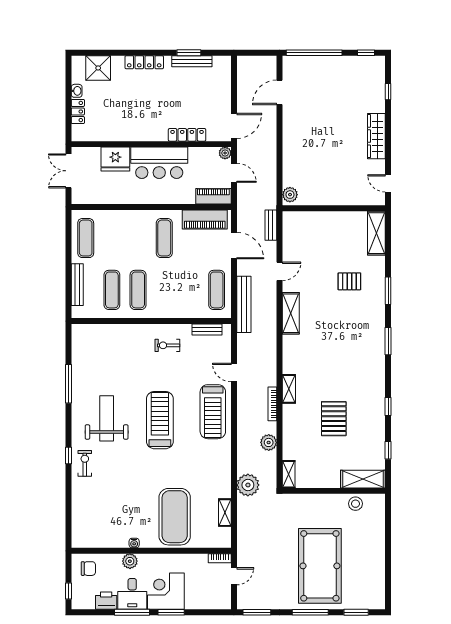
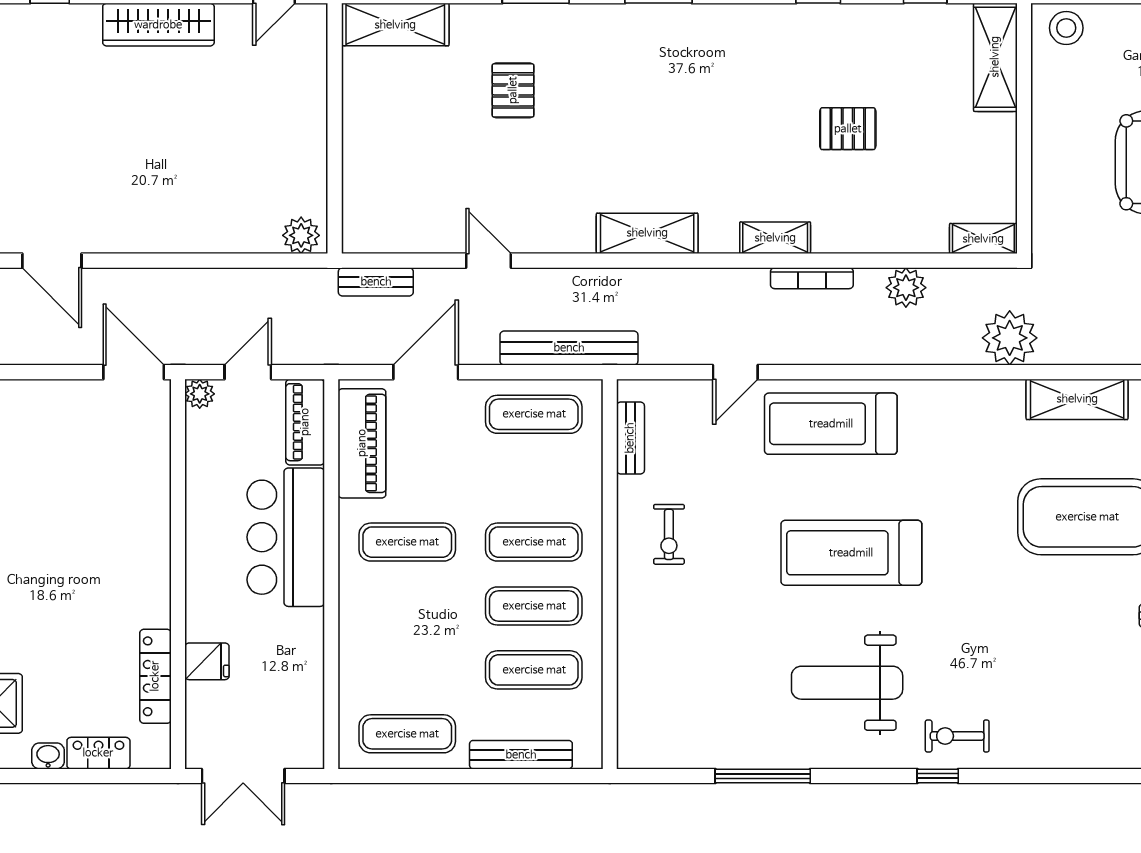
locker: (187, 135) -> (155, 676), moved
fridge: (115, 159) -> (207, 661), width x0.53, depth x0.75
bar counter: (159, 163) -> (286, 537), moved, turned 180
exercise mat: (164, 290) -> (534, 542), added
shelving: (291, 313) -> (647, 233), moved
treadmill: (213, 412) -> (831, 424), turned 180
pallet: (334, 419) -> (848, 129), width x0.67, depth x0.71
stool: (355, 504) -> (1066, 28), moved
shelving: (225, 513) -> (1077, 399), width x1.50, depth x1.33

